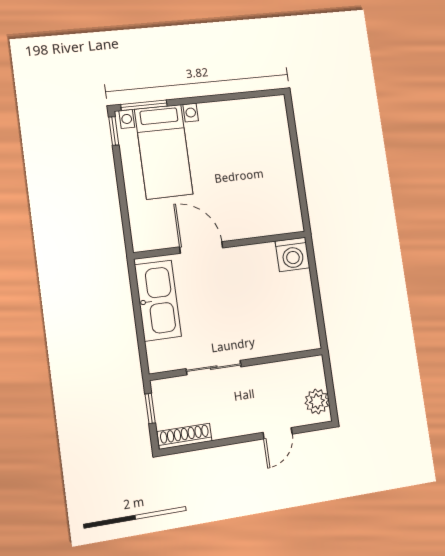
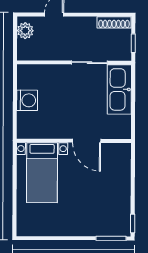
bed with nightstands: (164, 152) -> (42, 173), moved, turned 180
washing machine: (293, 254) -> (27, 100), moved, turned 90
kitchen sink: (158, 301) -> (119, 89), moved

